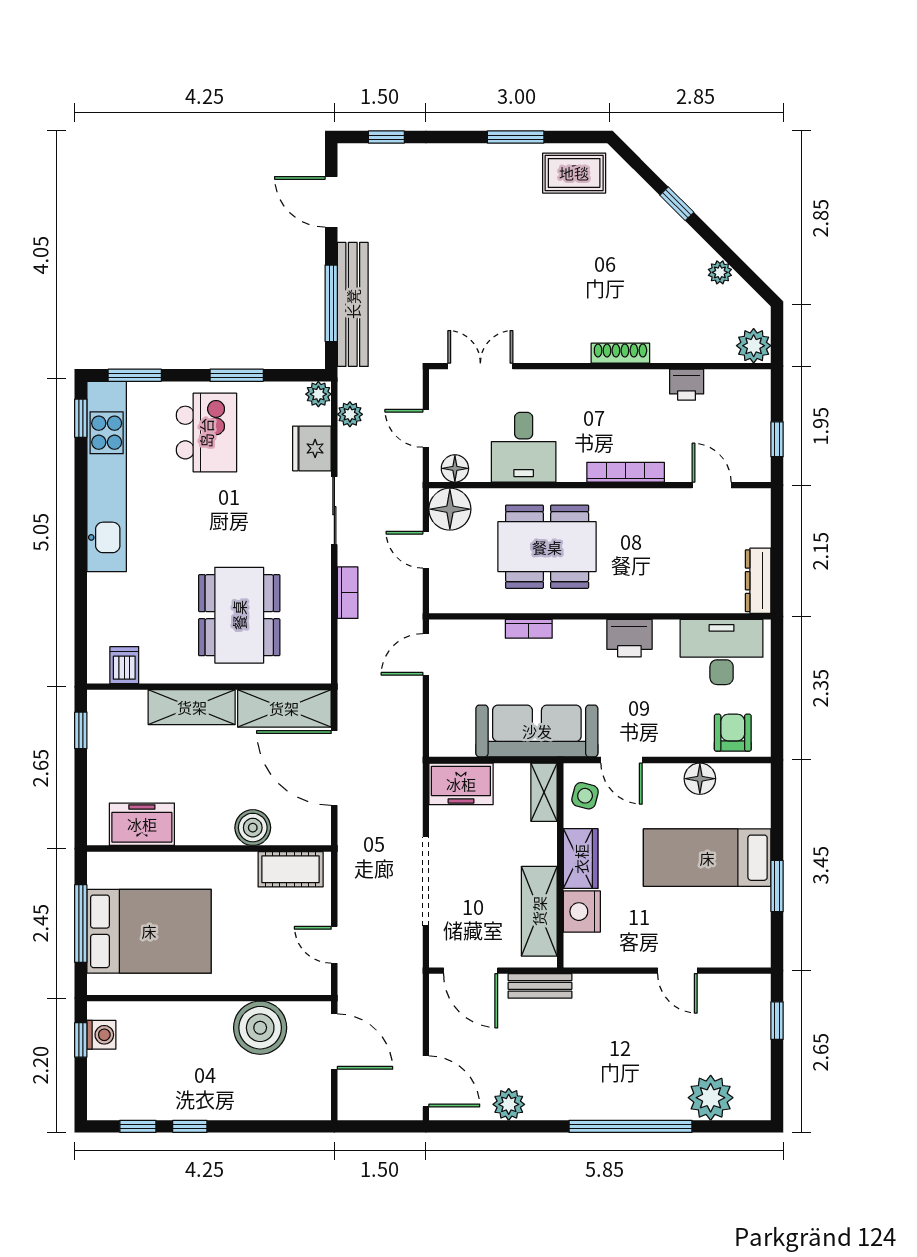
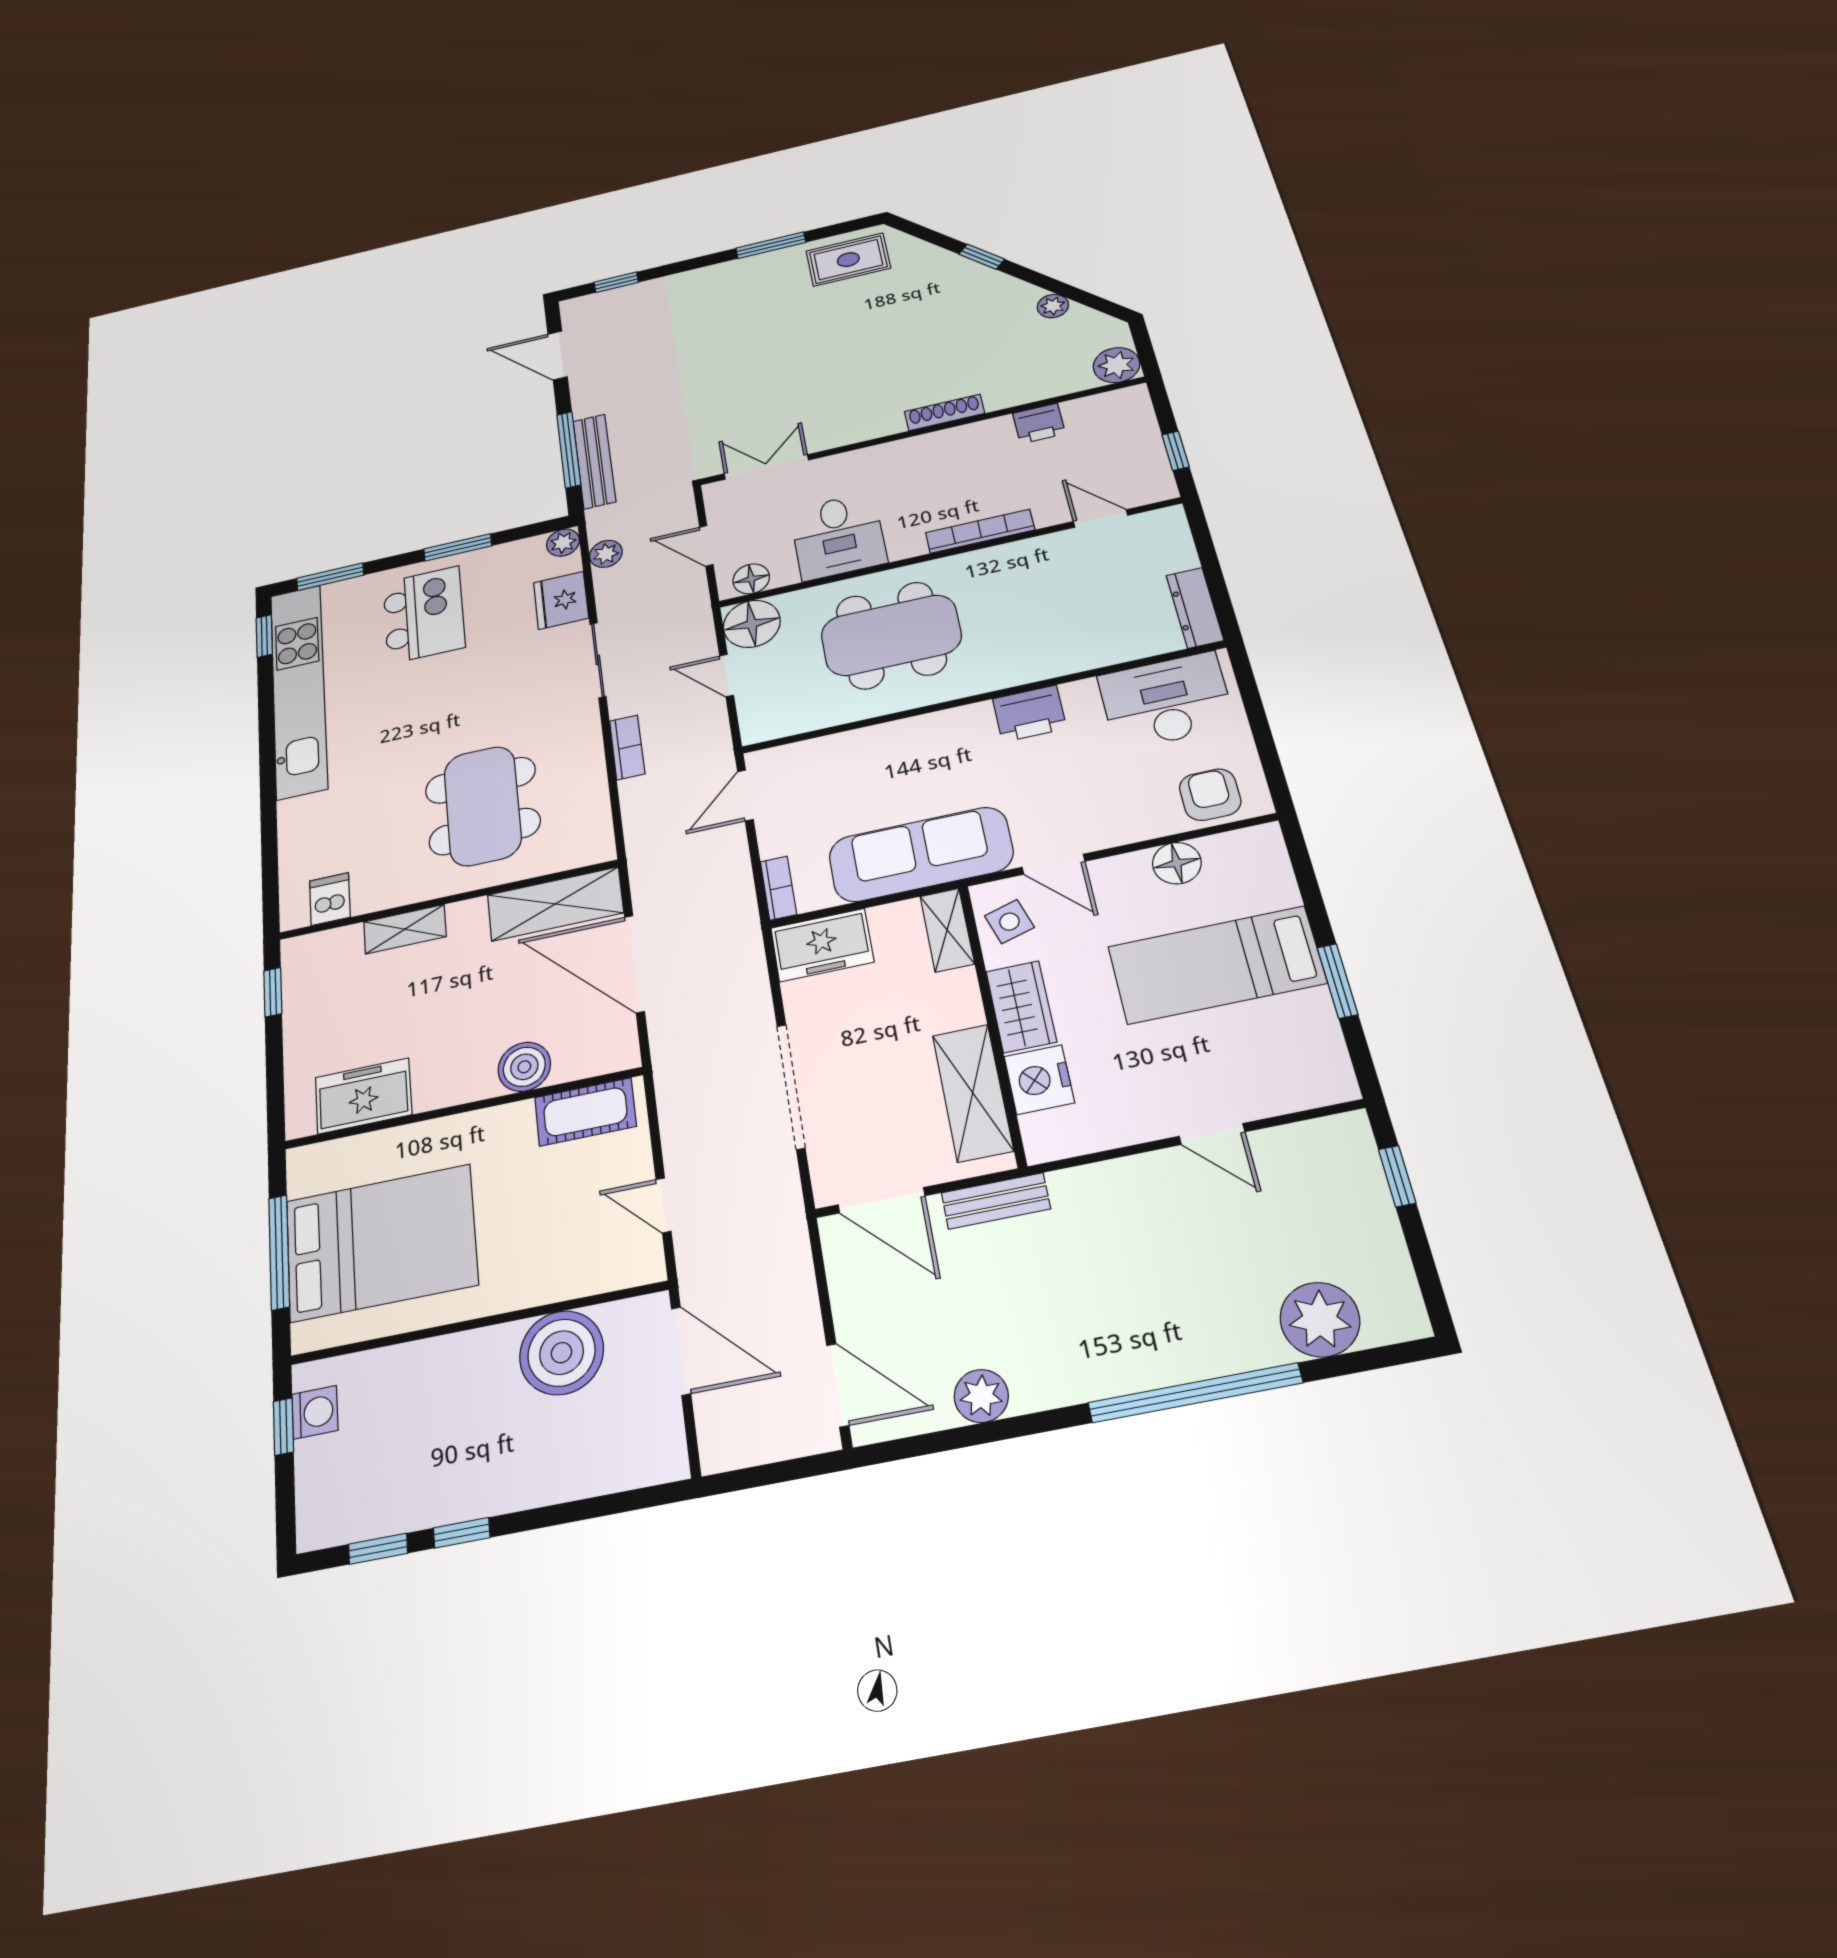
bench: (353, 304) -> (594, 461), width x0.73, depth x0.82
bookcase: (529, 629) -> (778, 888), moved, turned -90
shelving: (192, 707) -> (405, 929), width x0.67, depth x0.75
side table: (585, 796) -> (1009, 922), turned -32

